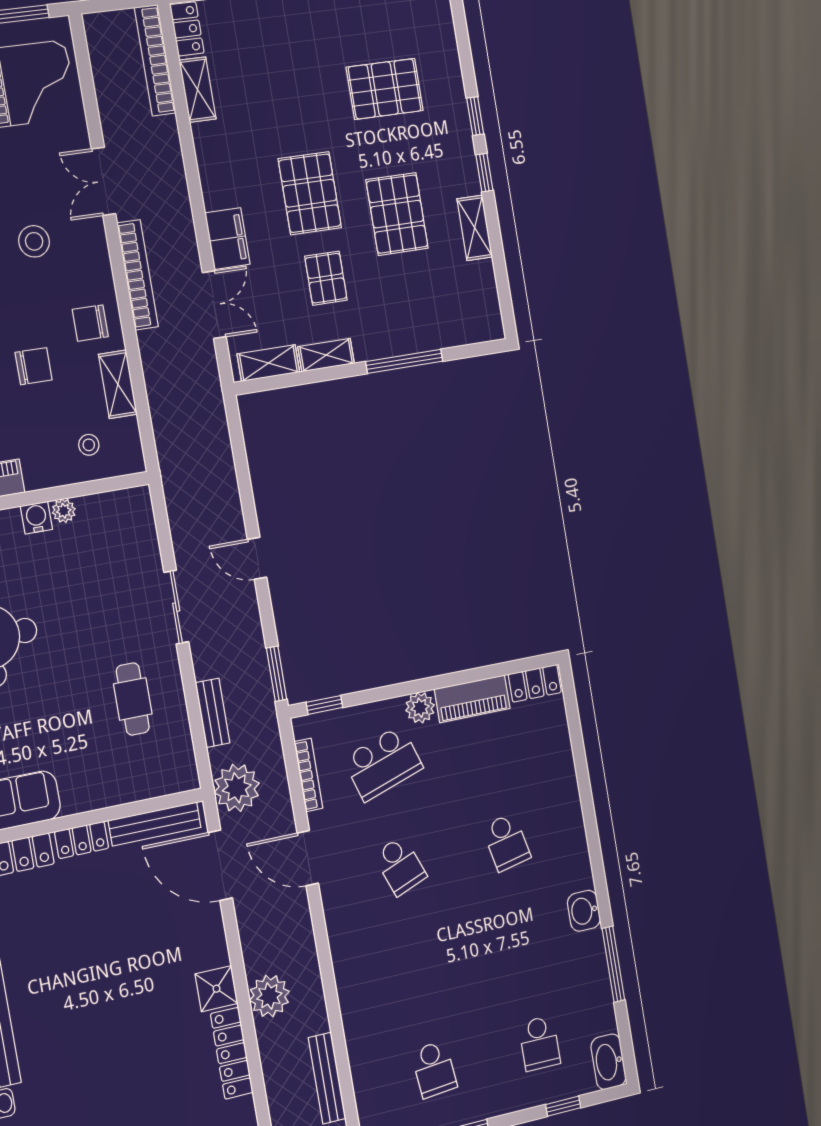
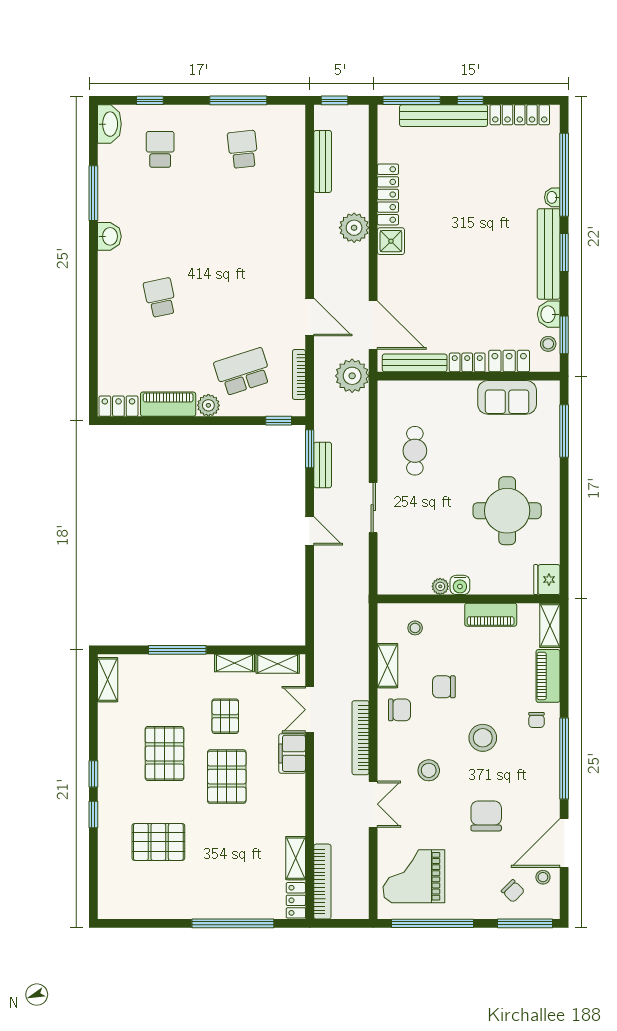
shelving: (475, 228) -> (108, 680), moved
bench: (213, 713) -> (323, 465), moved
school desk: (400, 866) -> (243, 298), removed

